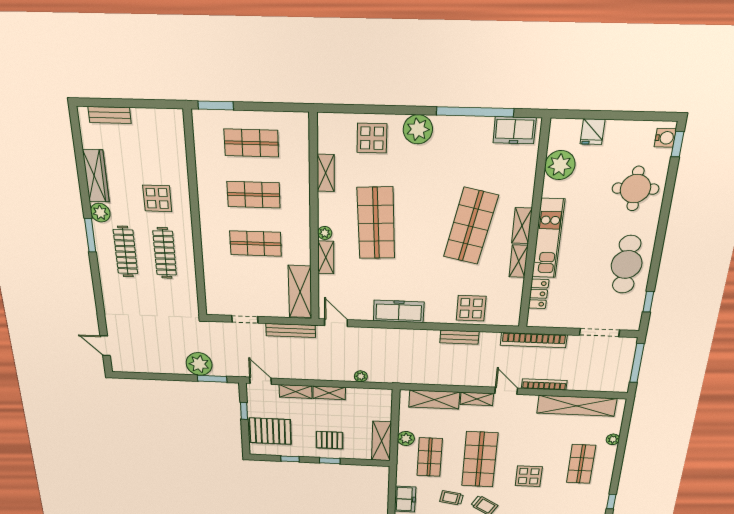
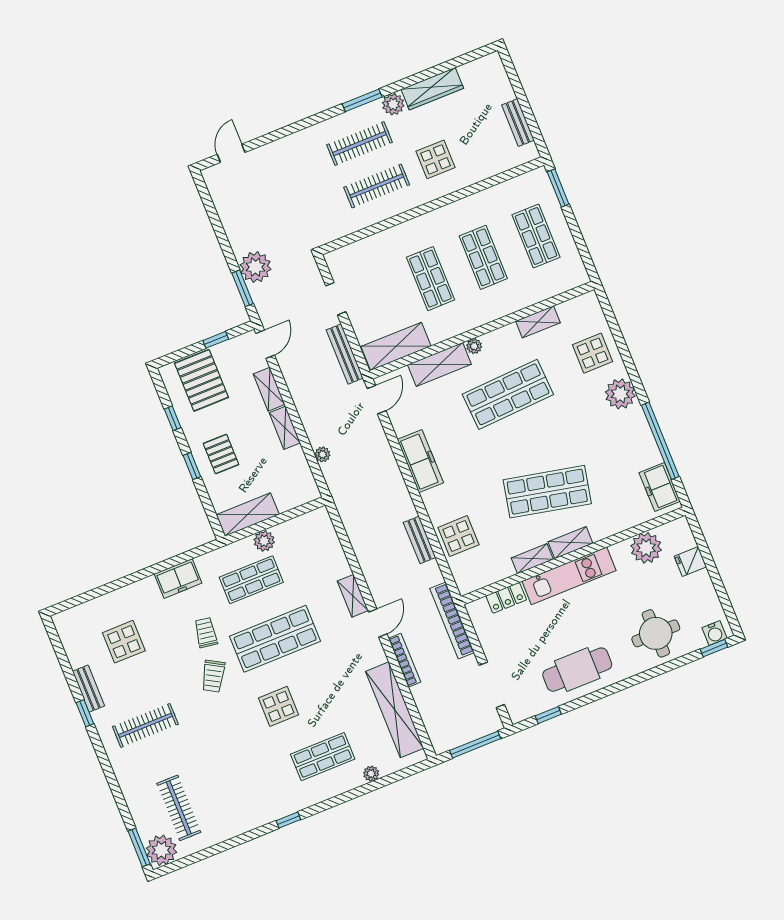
bench: (109, 115) -> (518, 123), moved
shelving: (326, 257) -> (439, 365), width x1.50, depth x1.33
shelving: (434, 399) -> (330, 549), removed

